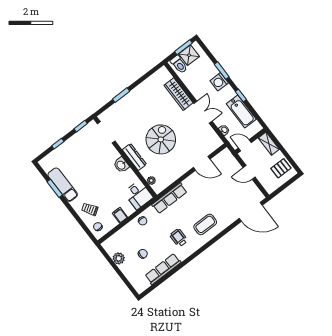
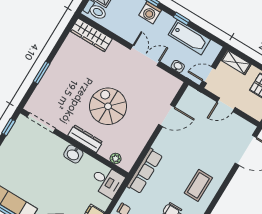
wardrobe: (178, 94) -> (91, 35), moved

